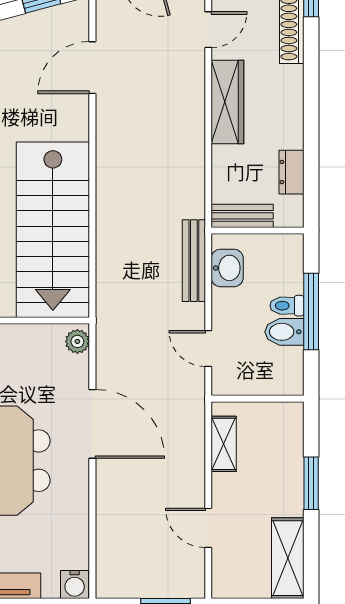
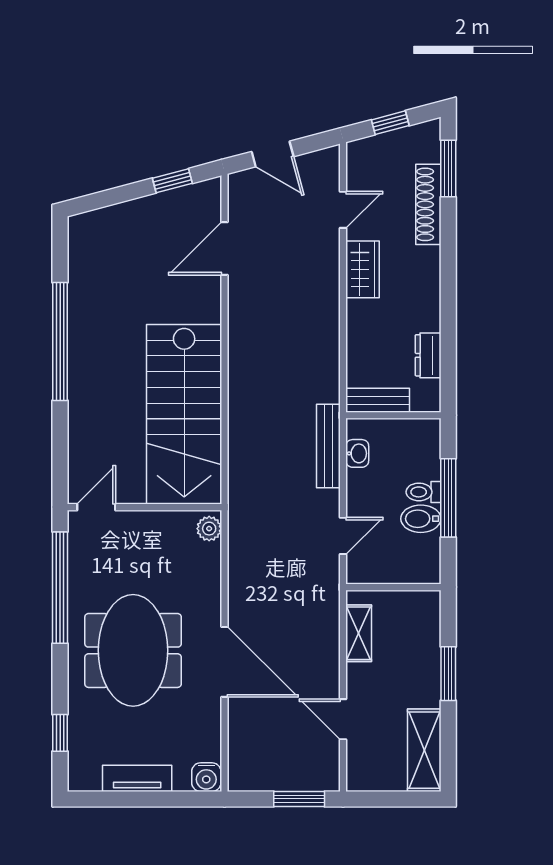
wardrobe: (227, 102) -> (362, 269), width x0.67
washbasin: (227, 268) -> (357, 453), width x0.72, depth x0.69
door: (208, 349) -> (343, 536), swing flipped
door: (92, 424) -> (224, 662), moved

